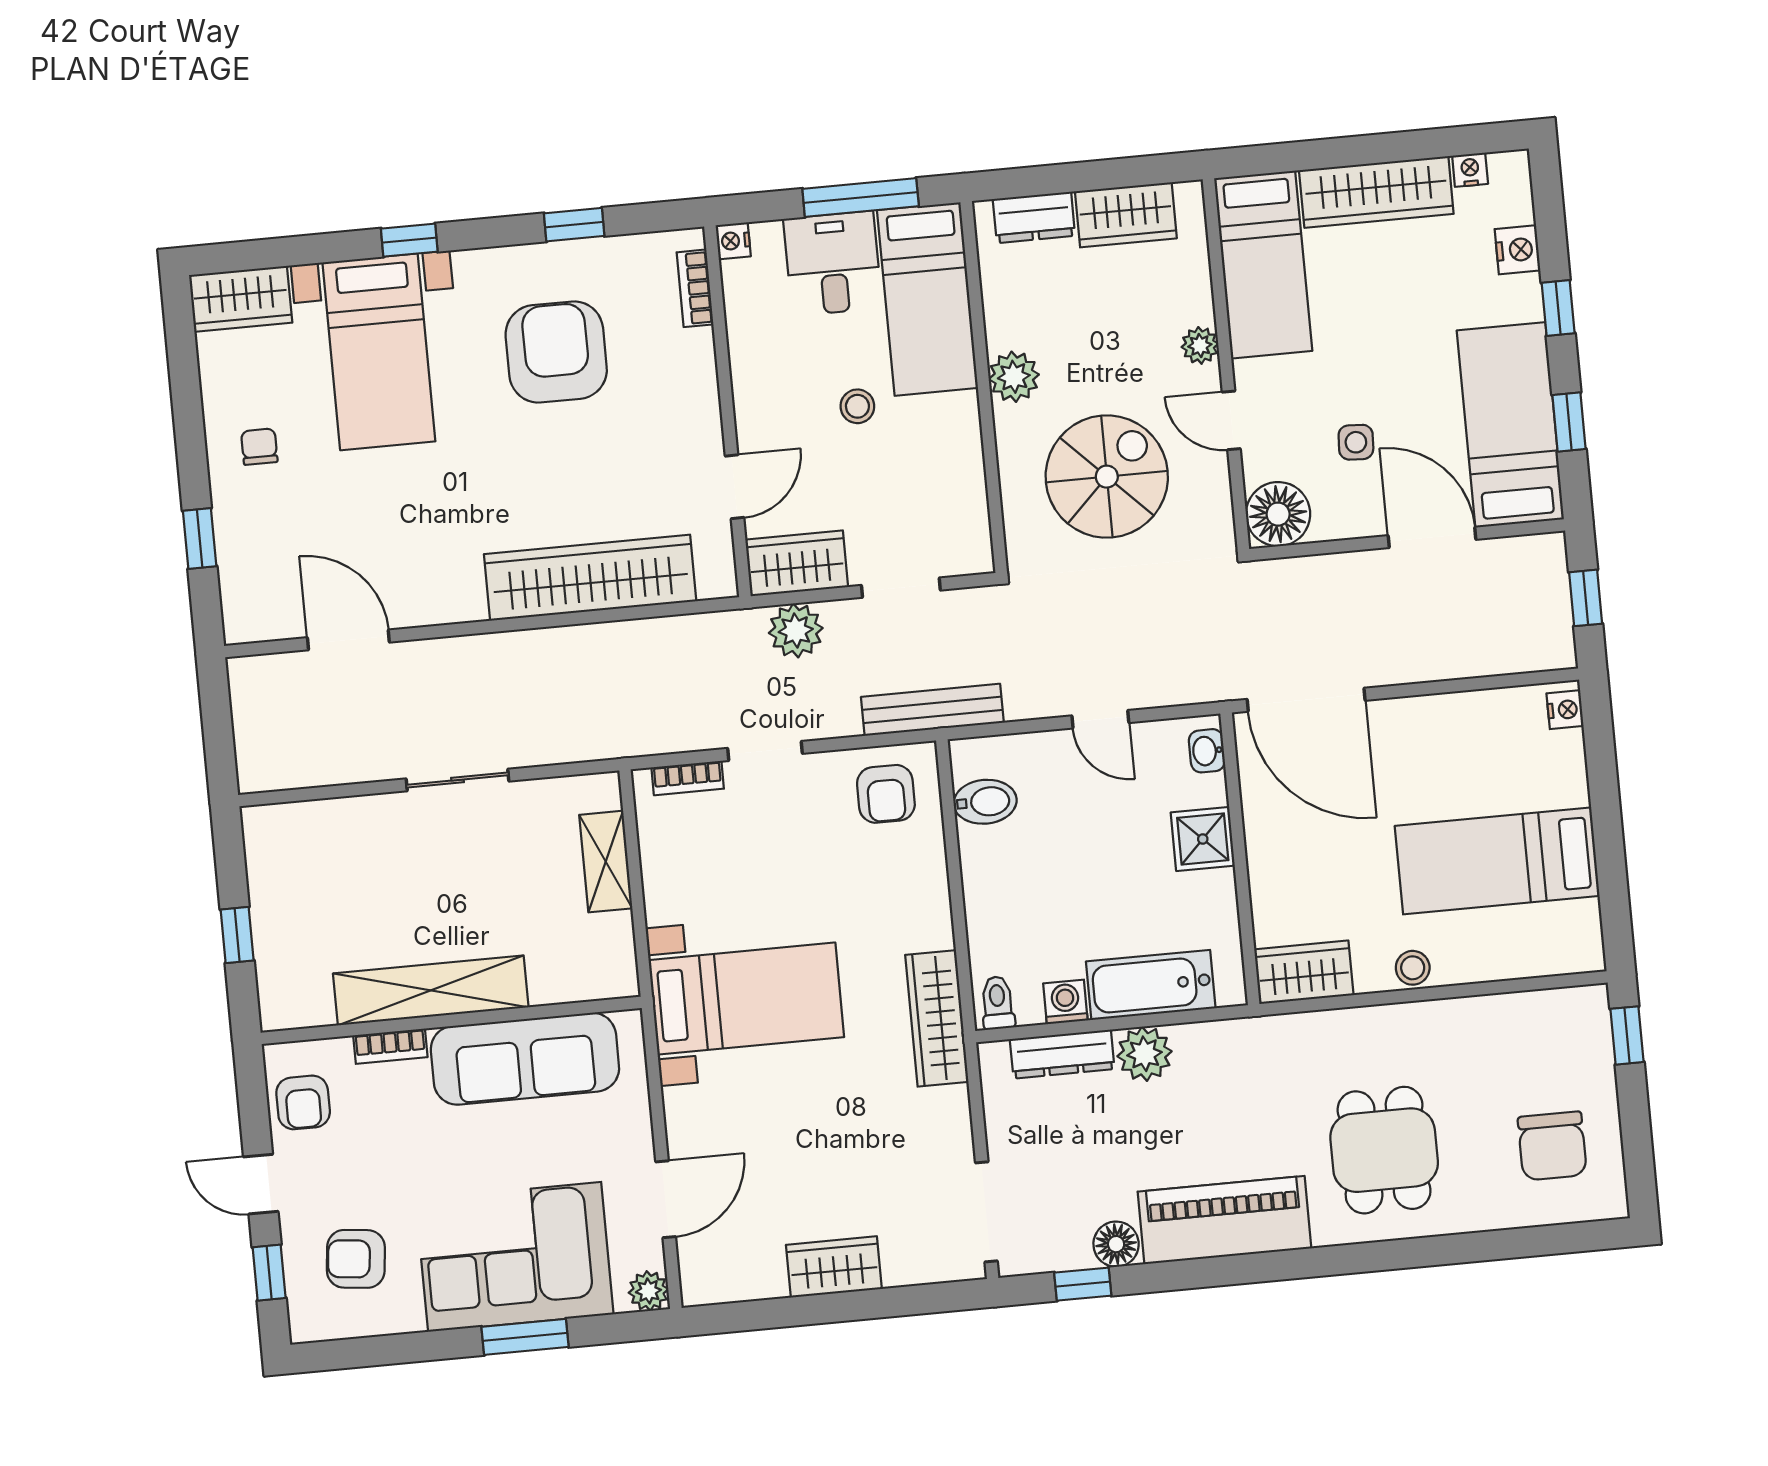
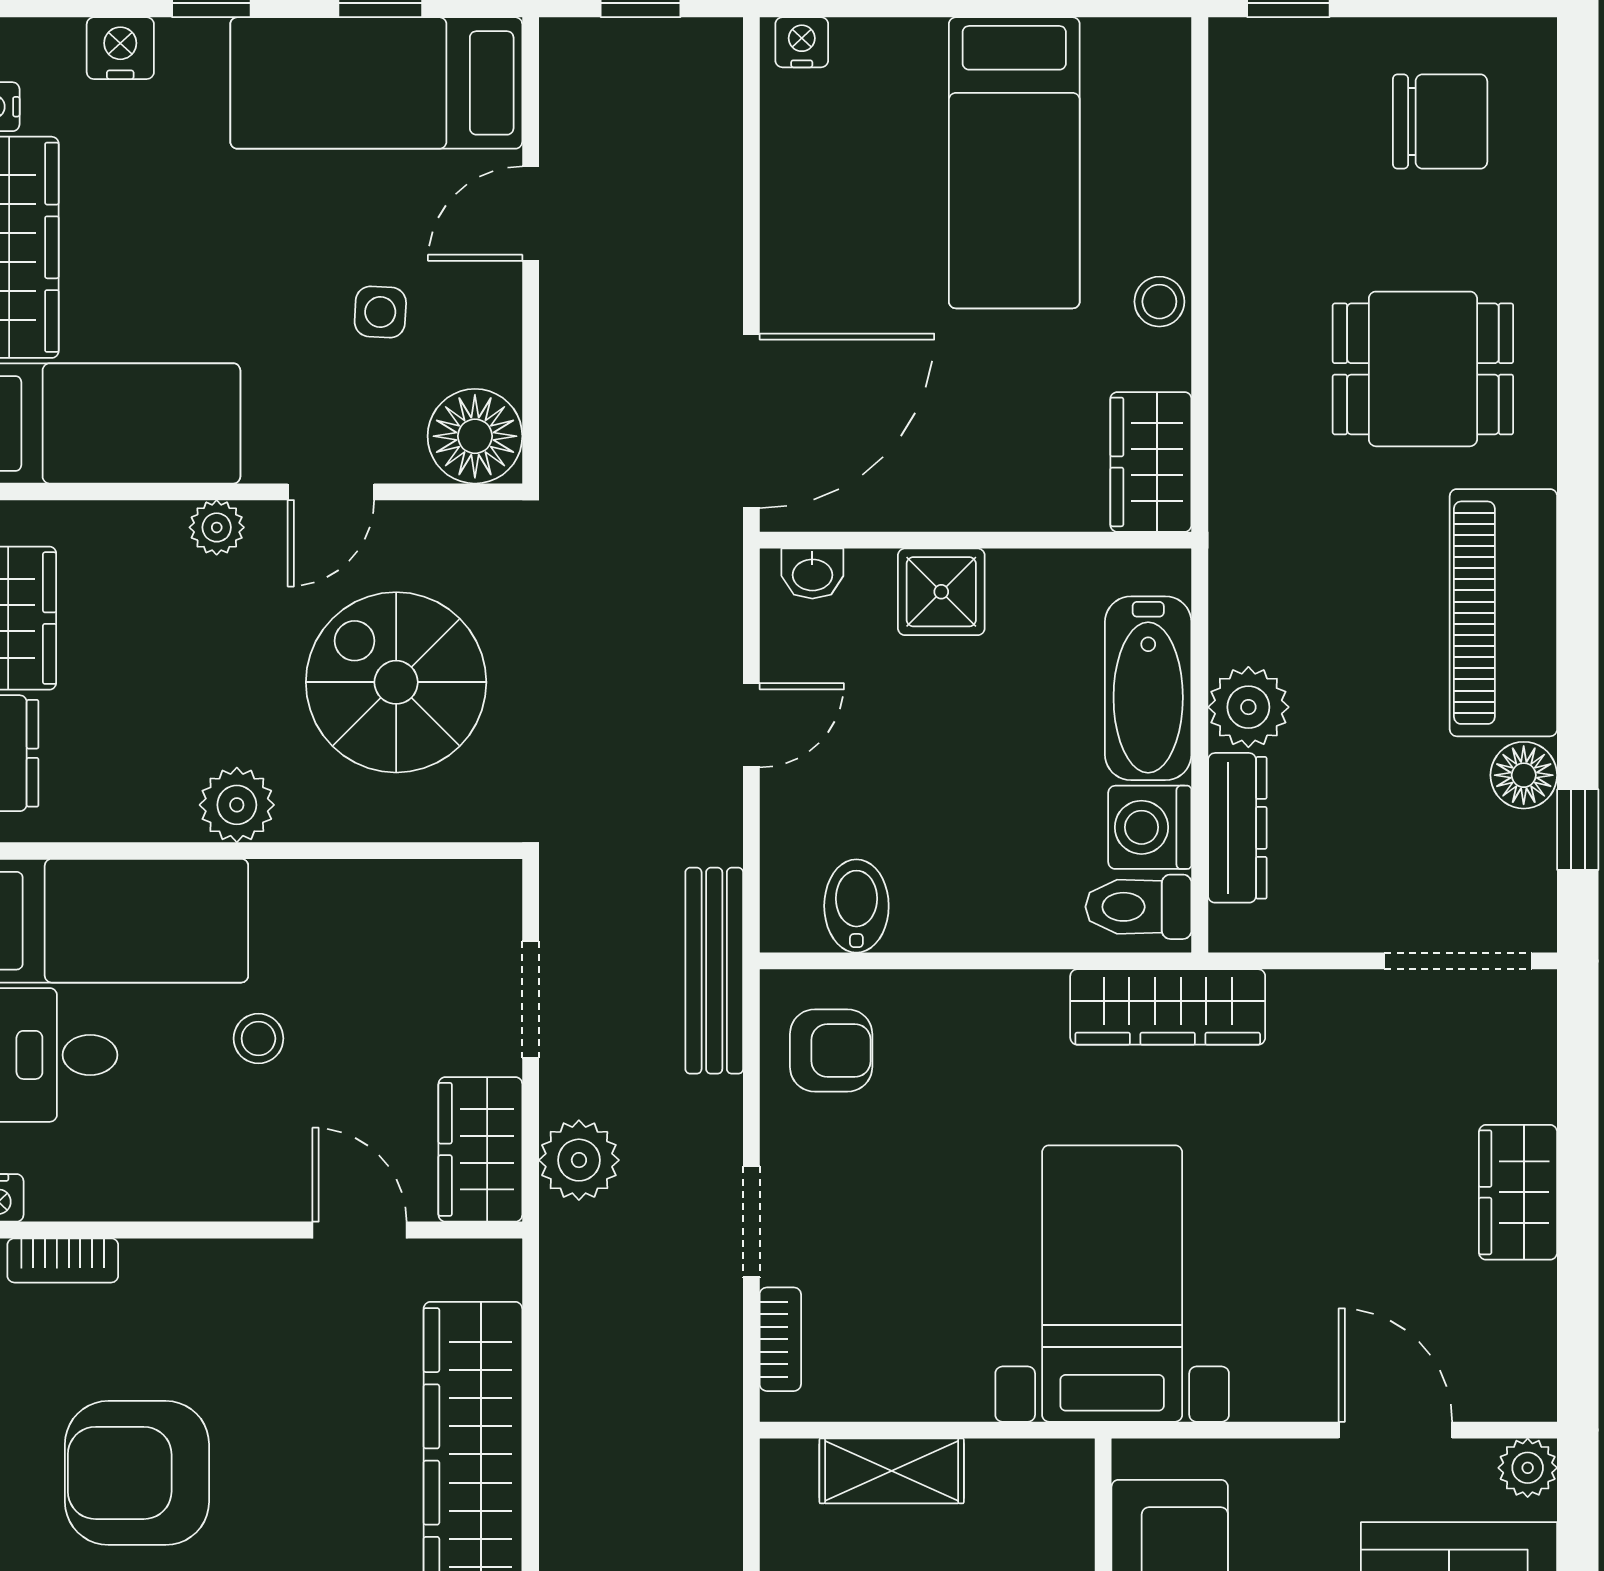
door: (1432, 537) -> (531, 214), width x0.73
washing machine: (1065, 1002) -> (1150, 827), width x1.38, depth x1.38
toilet: (998, 1003) -> (1138, 907), width x1.37, depth x1.39

